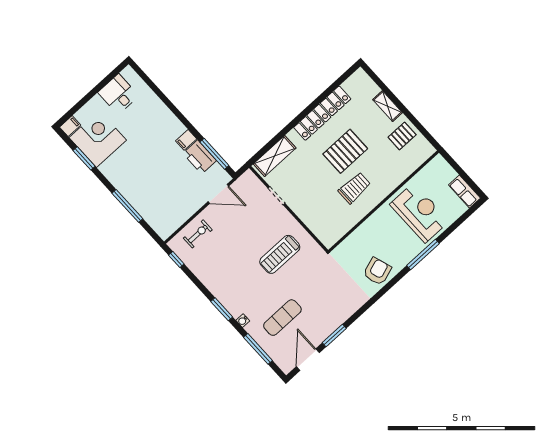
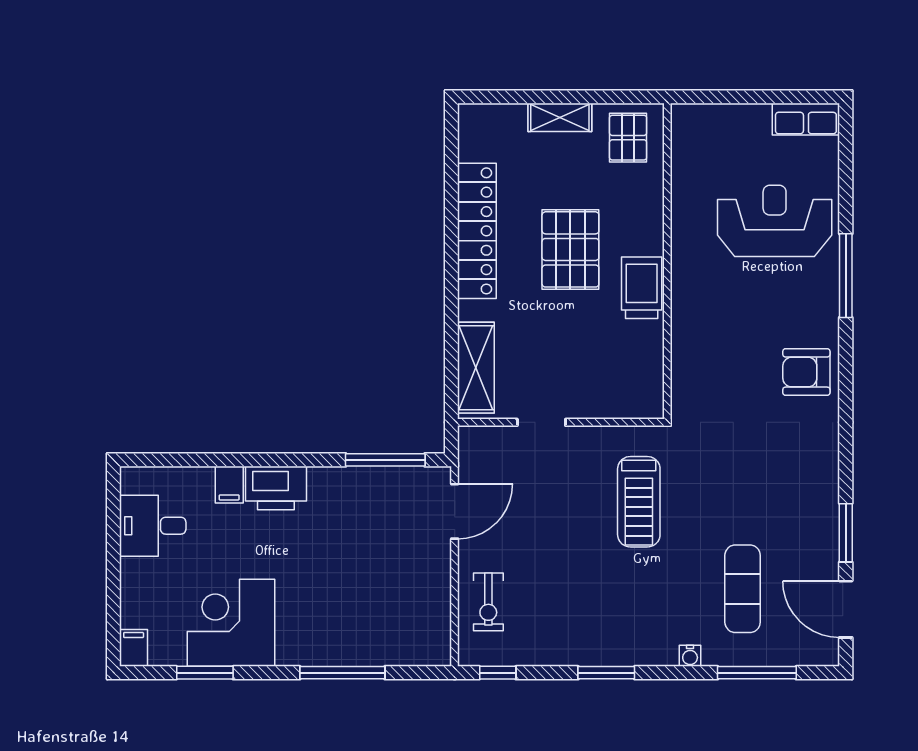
corner desk: (98, 139) -> (231, 623), moved
filing cabinet: (186, 140) -> (229, 485), moved
printer: (200, 157) -> (276, 488), moved
wall: (384, 201) -> (667, 261), moved
exercise bike: (198, 234) -> (488, 602), turned 180
armchair: (377, 271) -> (806, 372), turned -72
window: (222, 309) -> (606, 673), moved

